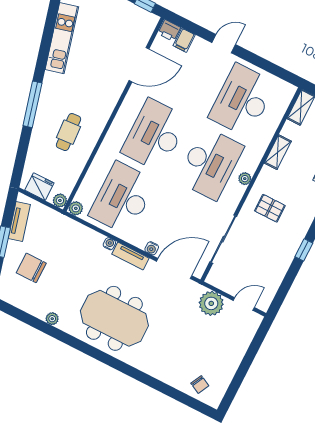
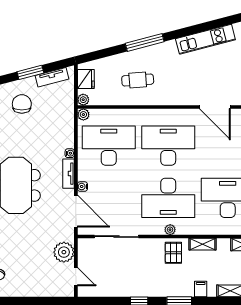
pallet: (270, 208) -> (173, 253), moved

